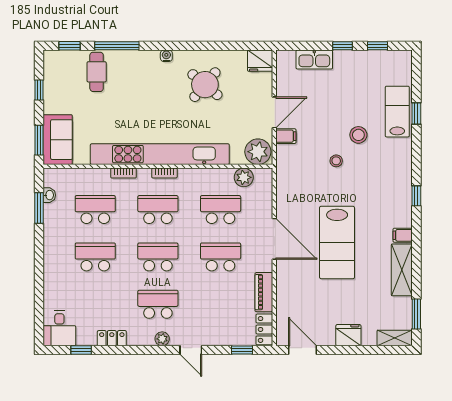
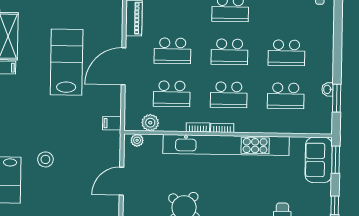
filing cabinet: (286, 136) -> (112, 123), moved
plant: (258, 152) -> (137, 140), width x0.53, depth x0.53
stool: (336, 161) -> (66, 136), removed
bookcase: (123, 173) -> (198, 127), moved
washbasin: (49, 195) -> (328, 89), moved
door: (274, 239) -> (124, 66), hinge flipped

